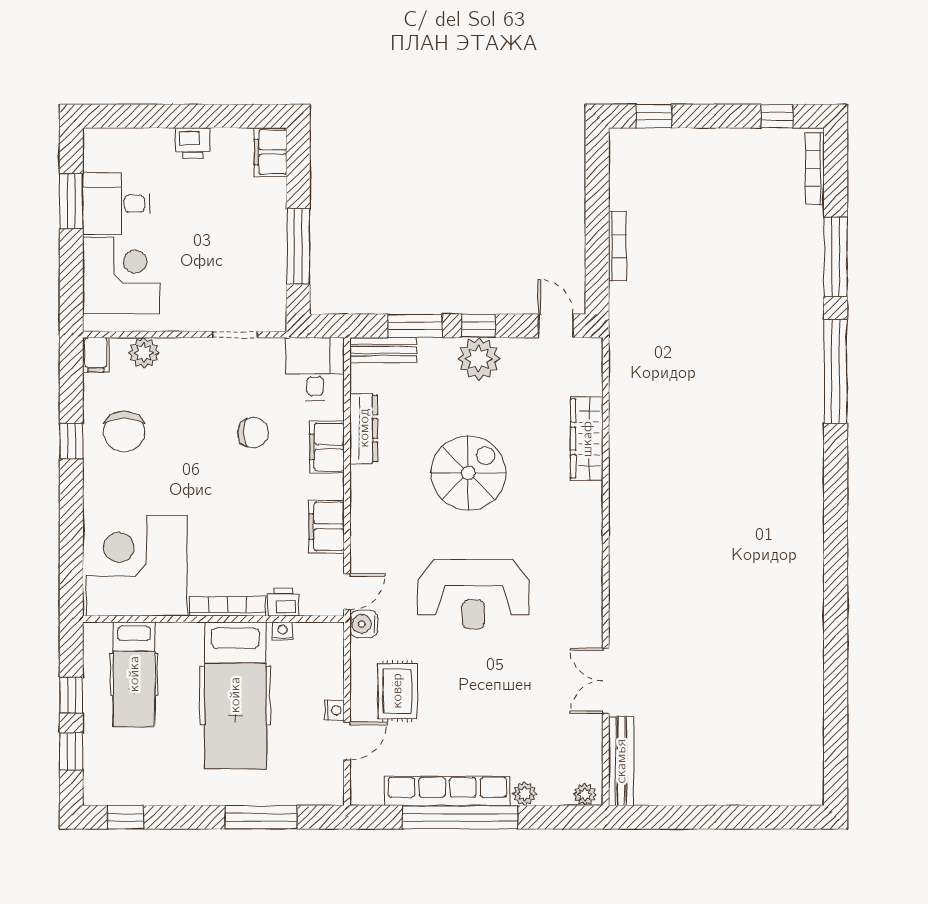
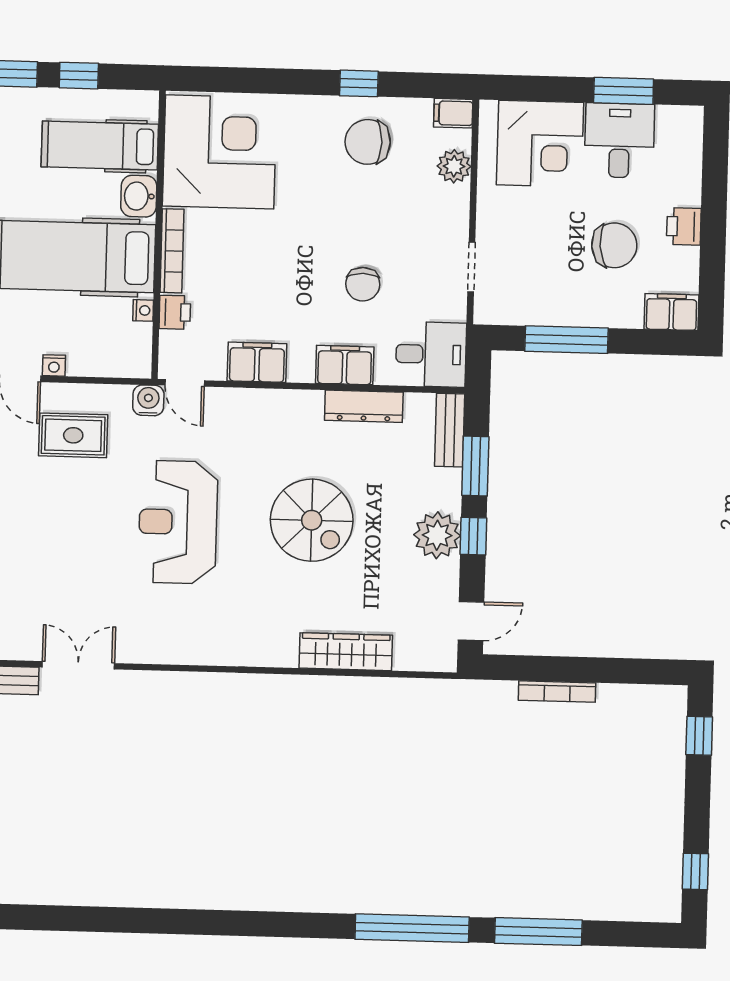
bookcase: (815, 169) -> (636, 911), removed
chair: (212, 206) -> (614, 245), added
washbasin: (179, 638) -> (139, 196), added

